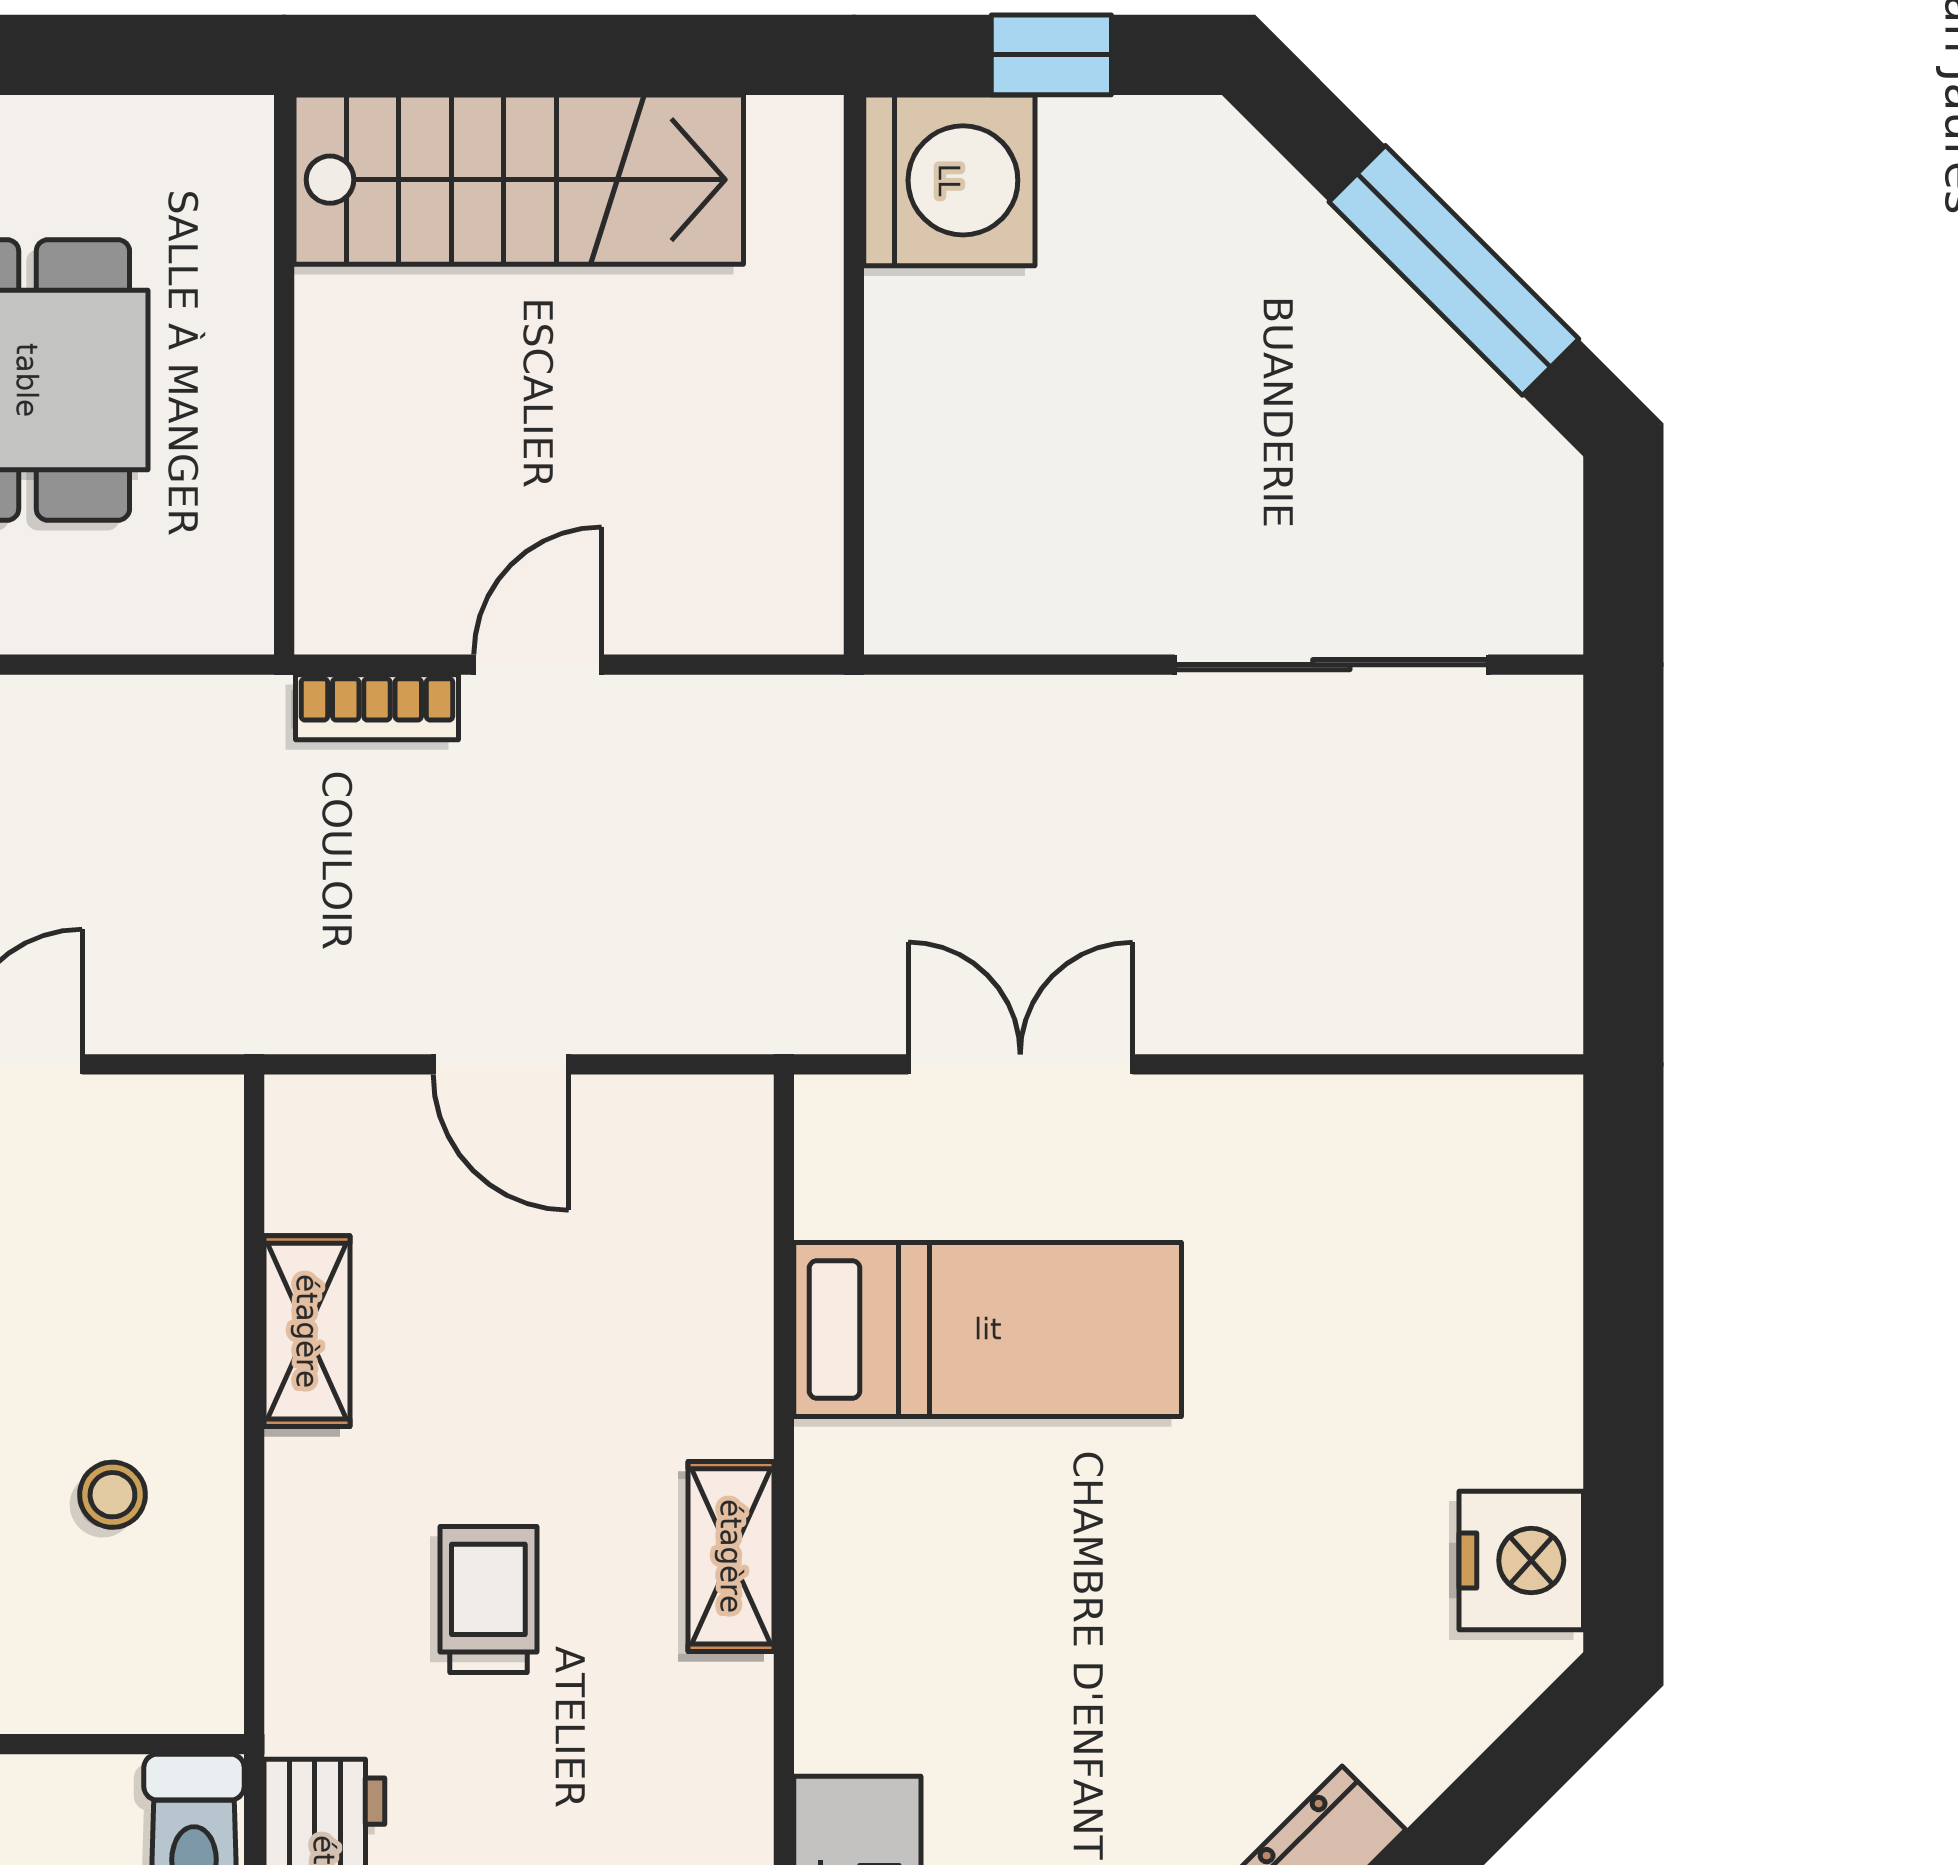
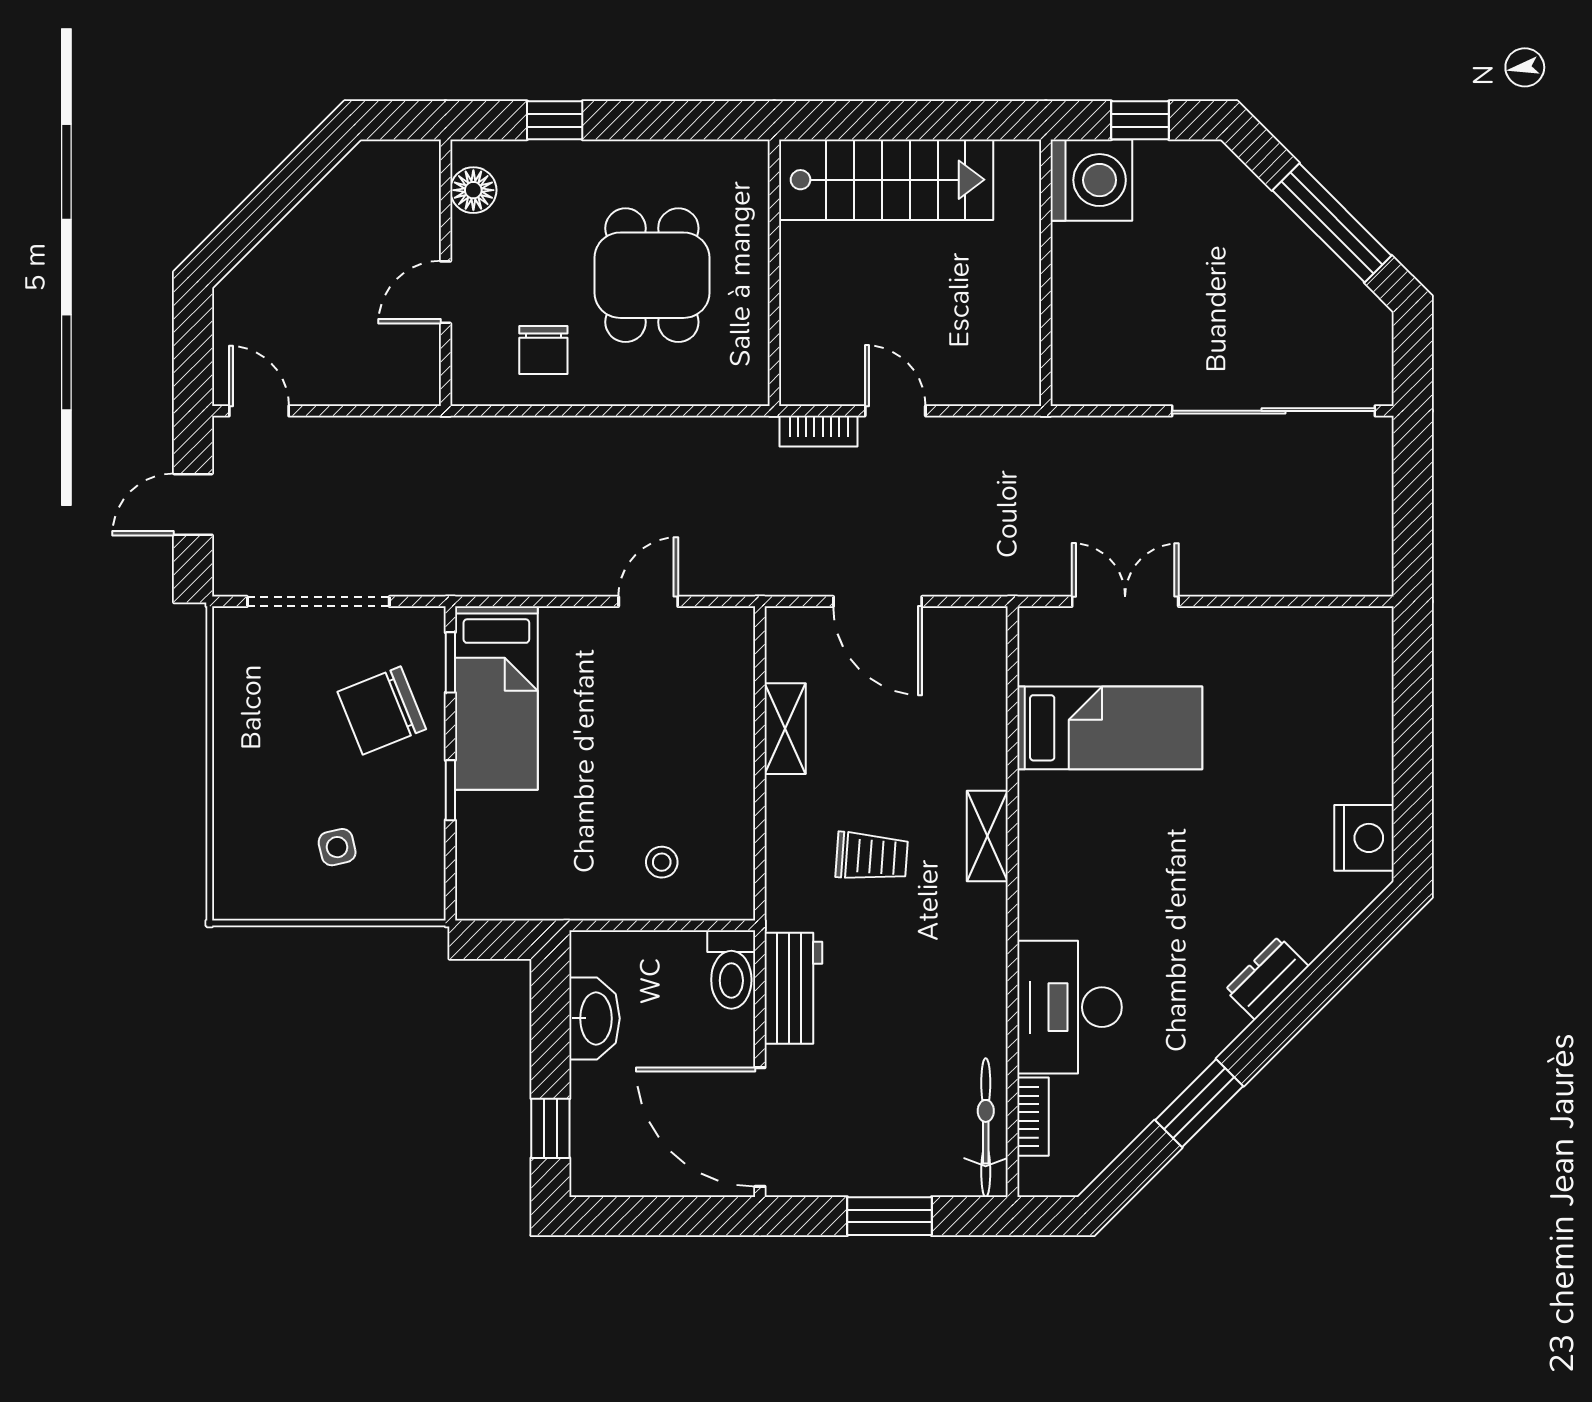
door: (538, 665) -> (895, 411), hinge flipped
sliding door: (1331, 665) -> (1274, 411), width x1.36
door: (501, 1064) -> (878, 601), width x1.38
stool: (112, 1495) -> (662, 862), moved
trolley: (488, 1600) -> (872, 857), turned 94

